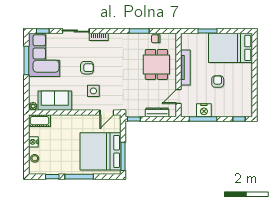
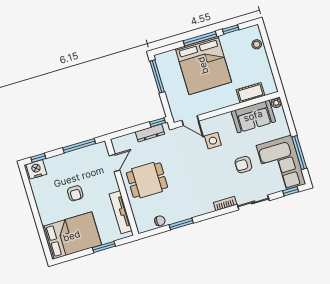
dining table: (156, 64) -> (147, 180), moved, turned 90
armchair: (87, 68) -> (243, 165), moved
tv unit: (185, 68) -> (121, 212), moved
nightstand: (204, 110) -> (36, 169), moved
dresser: (157, 112) -> (150, 133), moved
door: (107, 113) -> (190, 121), swing flipped
cot: (40, 121) -> (251, 93), moved
nightstand: (33, 142) -> (264, 63), removed
bed: (101, 151) -> (203, 65), moved, turned 90

